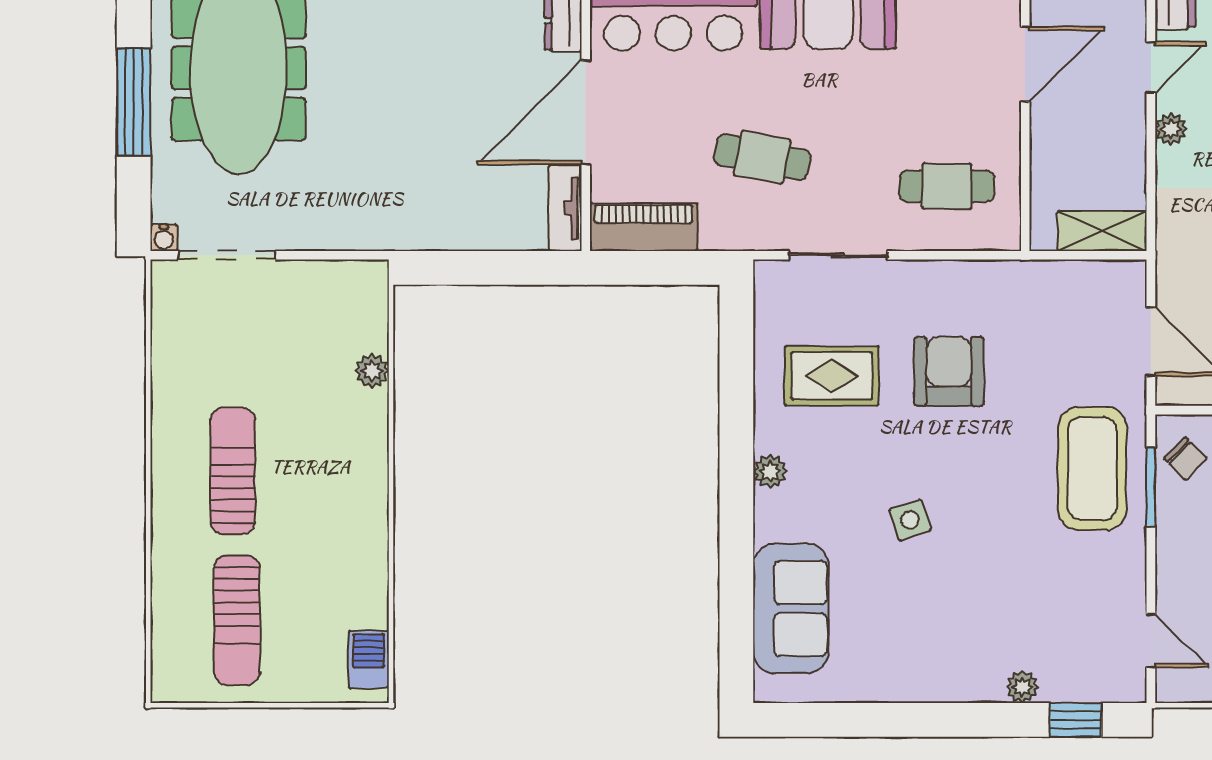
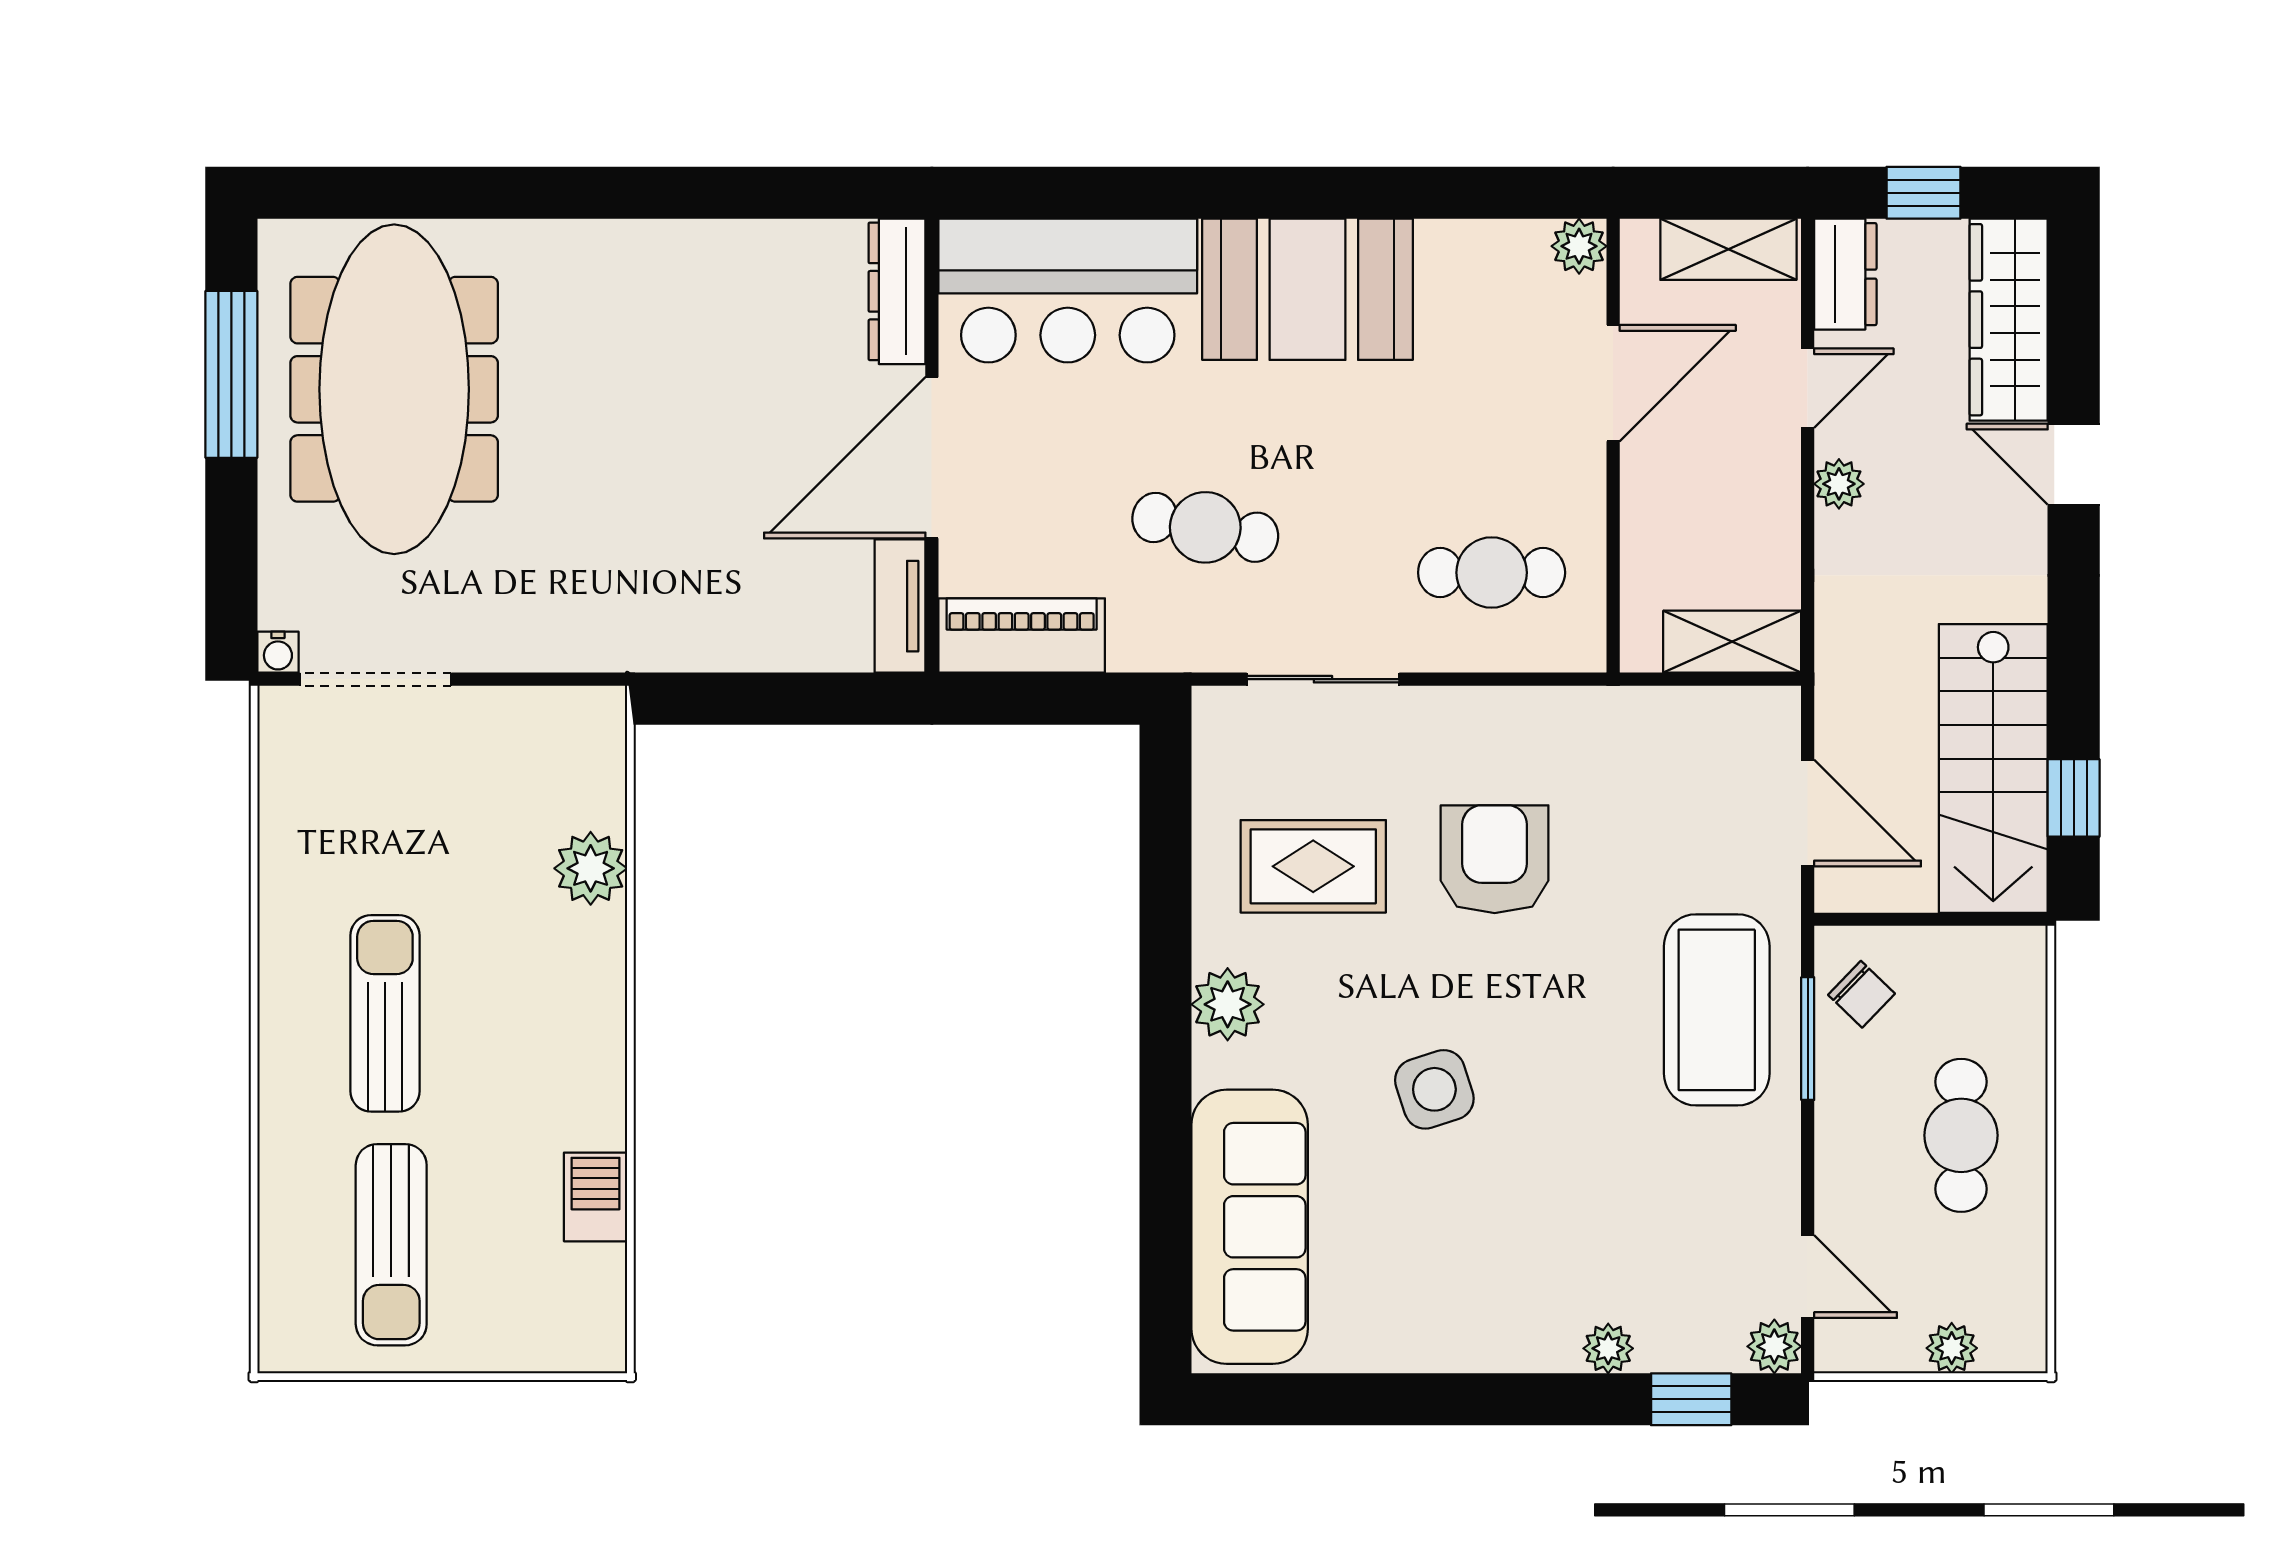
window: (134, 102) -> (231, 374), moved
plant: (372, 371) -> (591, 868), width x1.38, depth x1.38
plant: (770, 471) -> (1228, 1004), width x1.38, depth x1.38
side table: (910, 520) -> (1434, 1089), width x1.37, depth x1.37
sofa: (791, 609) -> (1250, 1227), width x1.36
barbecue: (369, 659) -> (596, 1197), moved
plant: (1129, 686) -> (1774, 1346), added

